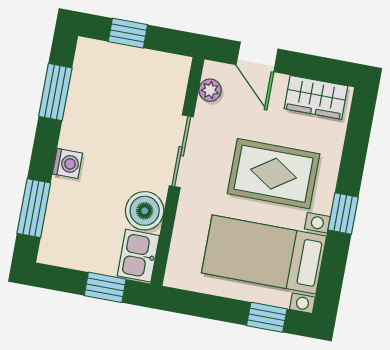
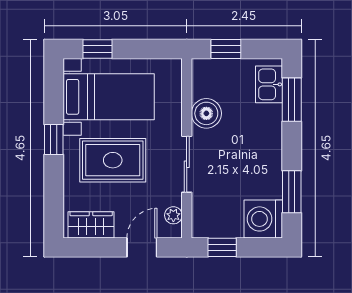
window: (128, 33) -> (222, 247), moved
door: (257, 57) -> (142, 247), hinge flipped
washing machine: (67, 163) -> (263, 219), moved, width x1.89, depth x1.89
kitchen sink: (138, 256) -> (269, 84), moved, turned 180

